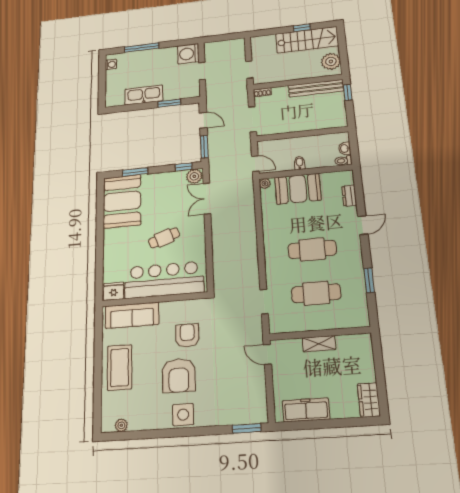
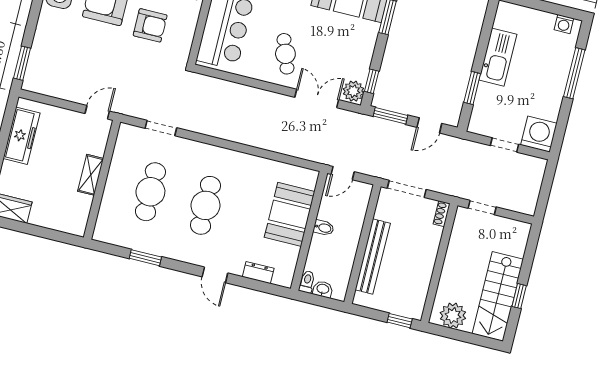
bench: (316, 88) -> (373, 256), moved
plant: (265, 184) -> (311, 176), removed
cafe table: (164, 238) -> (285, 54), moved

